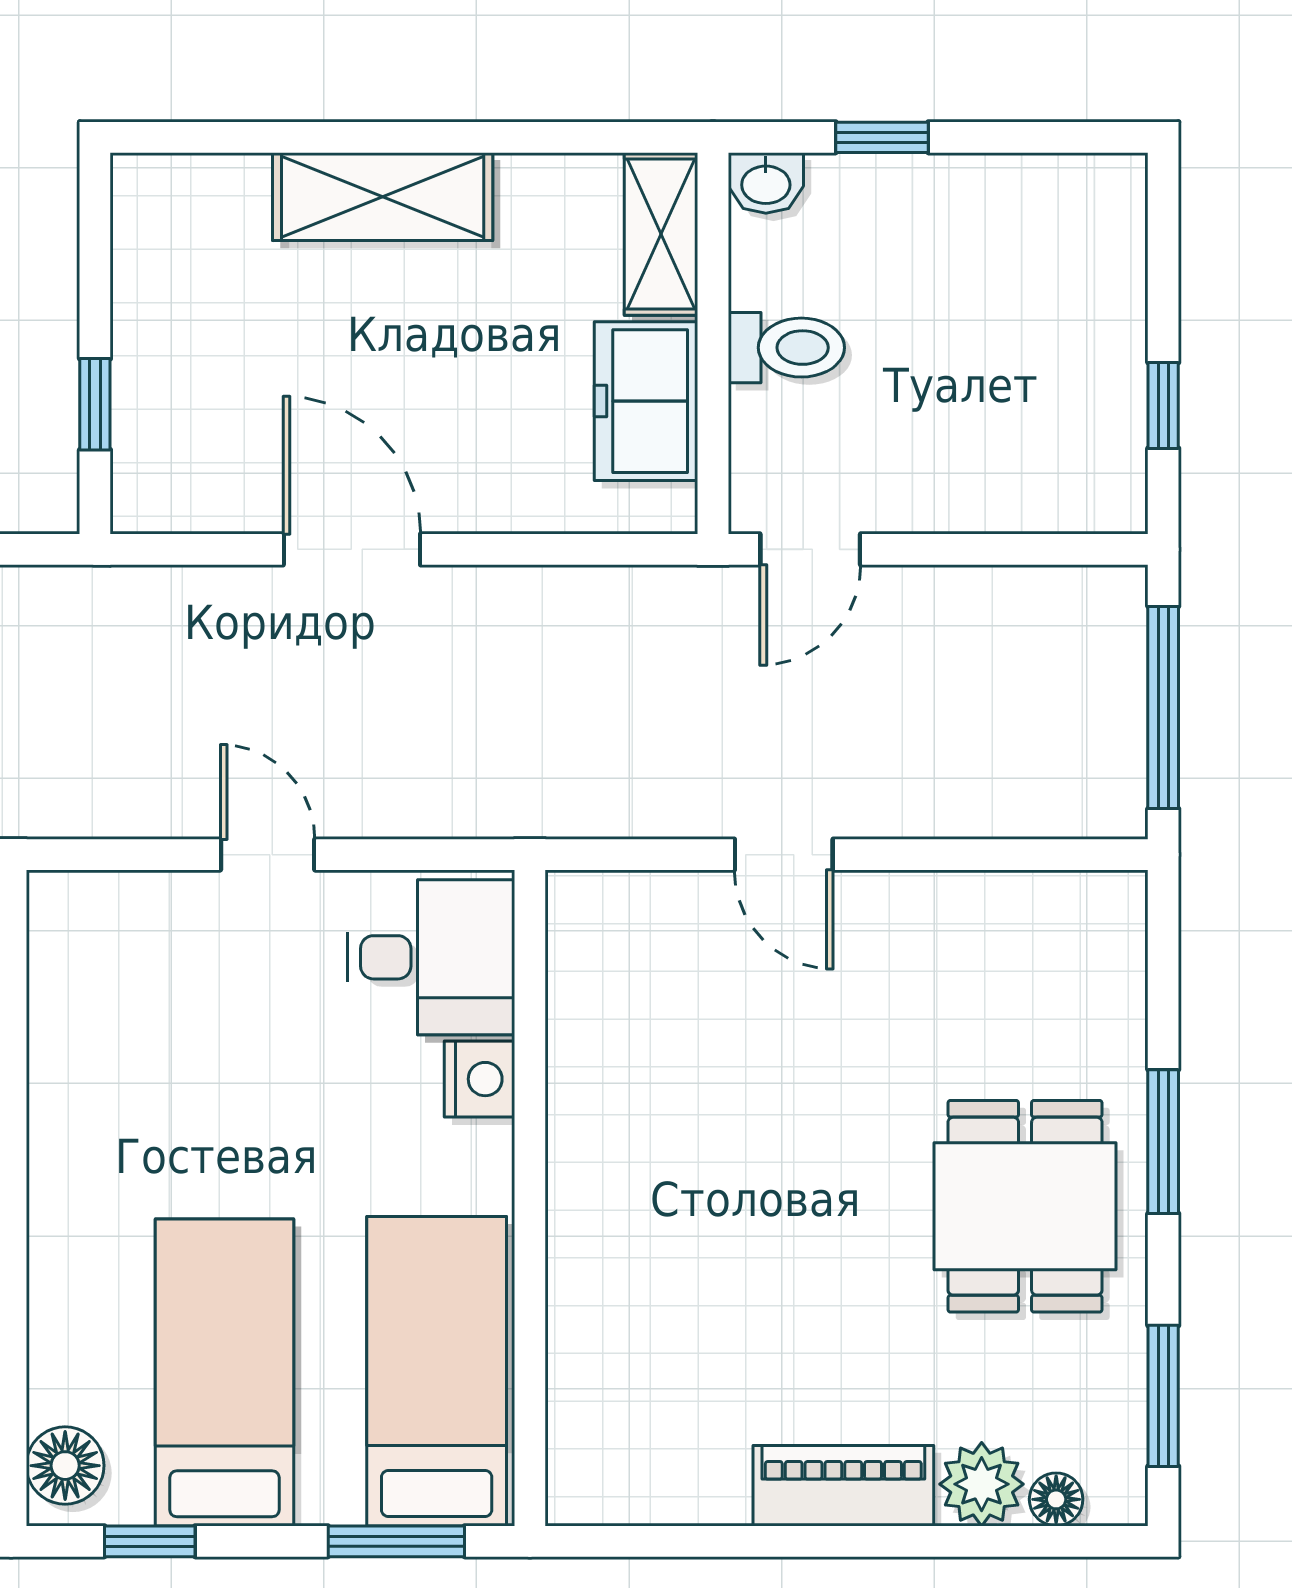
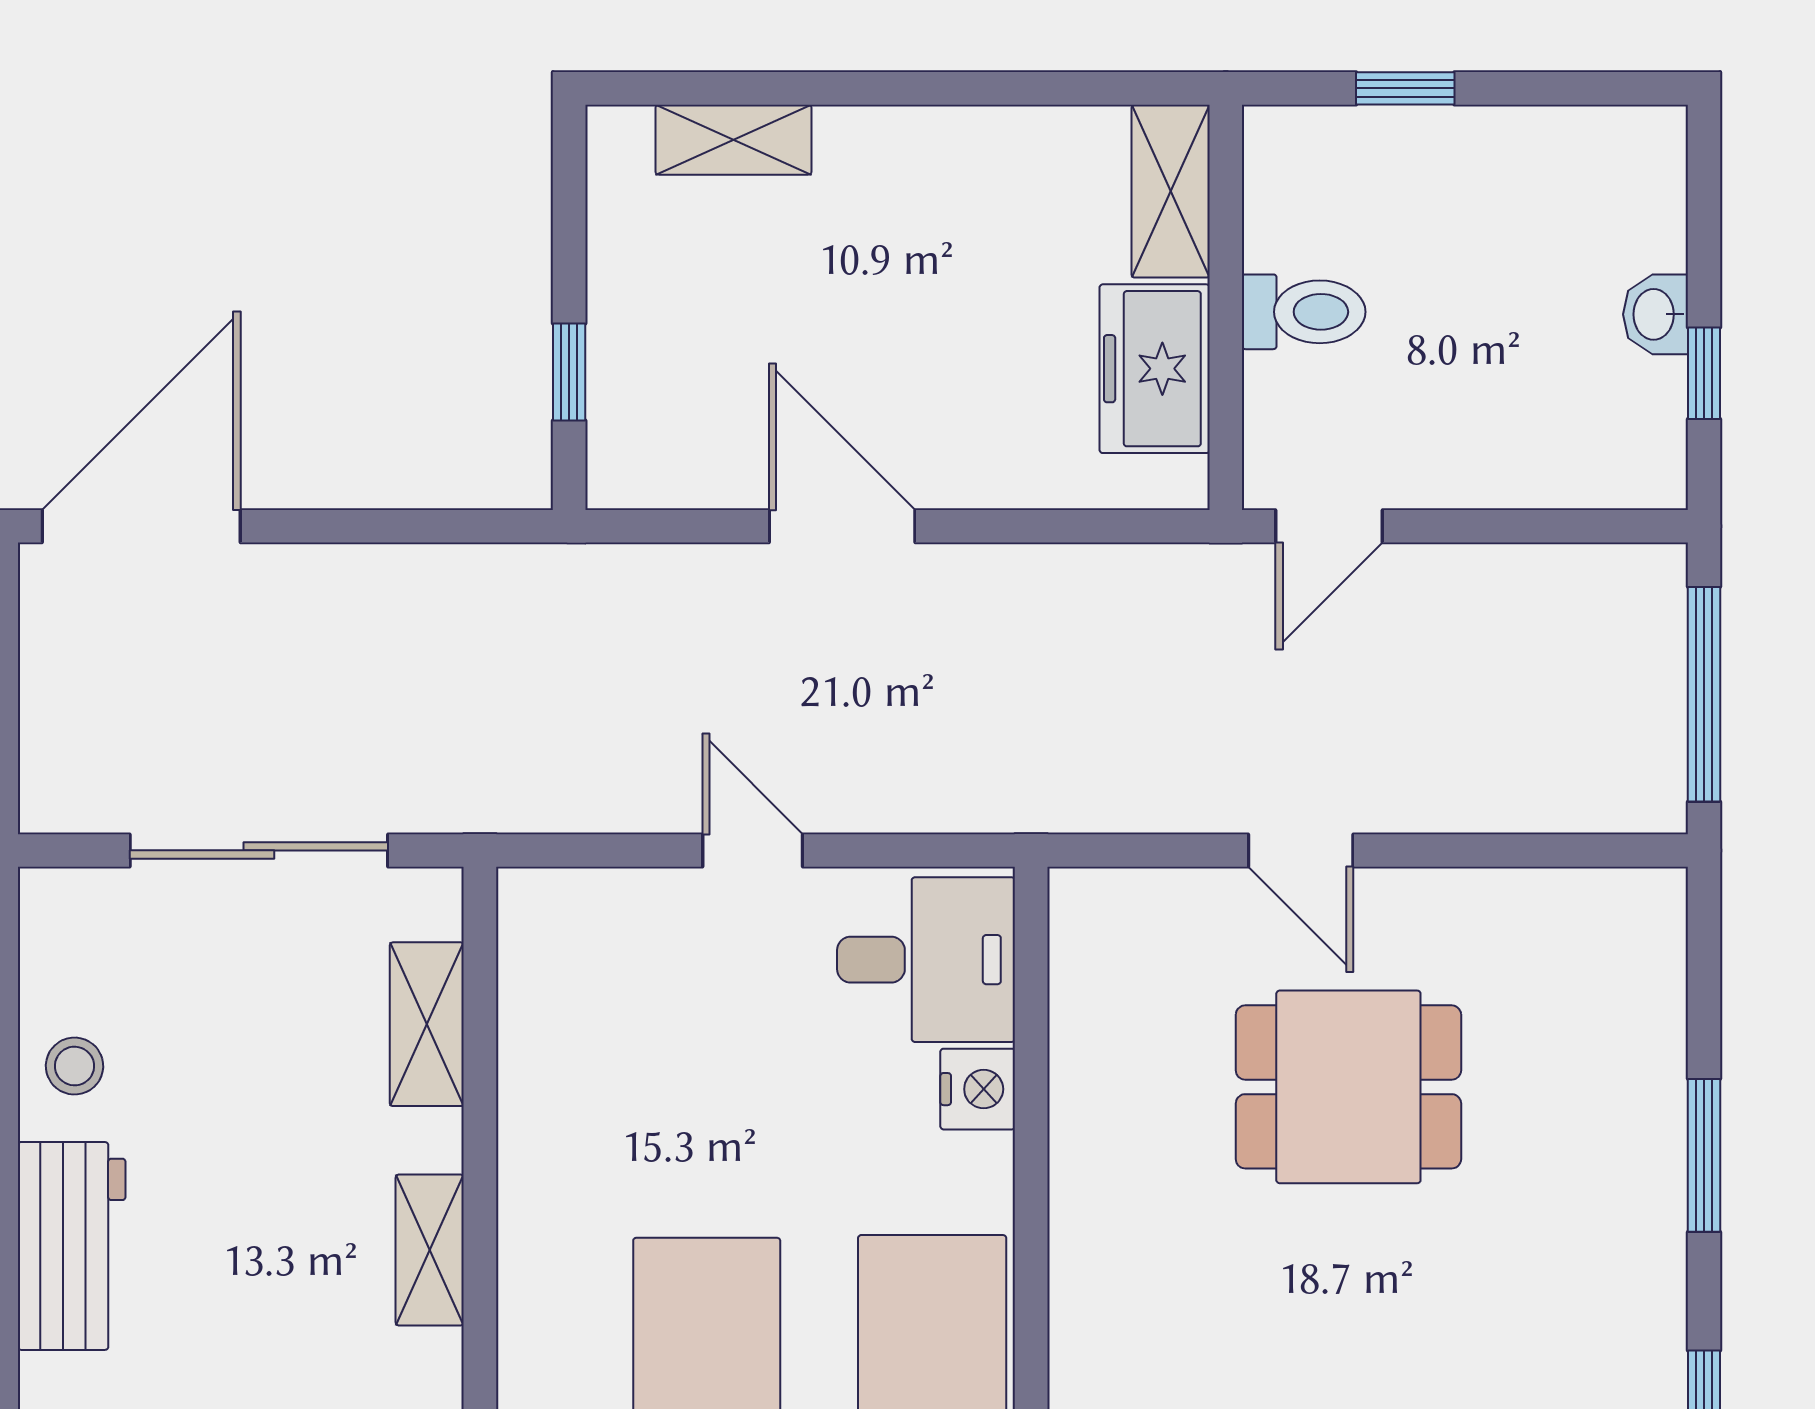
washbasin: (766, 183) -> (1656, 314), moved, turned 90
shelving: (383, 197) -> (734, 140), moved, width x0.67, depth x0.75
dining table: (1025, 1206) -> (1348, 1087), moved, turned 90

